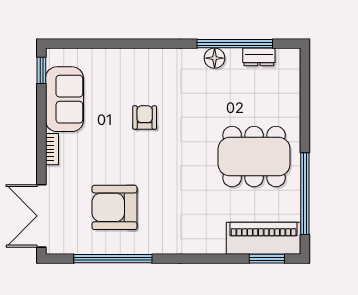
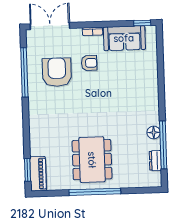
armchair: (145, 117) -> (89, 63), moved
window: (305, 194) -> (95, 192), moved
piano: (264, 238) -> (38, 174), width x0.73, depth x0.75

